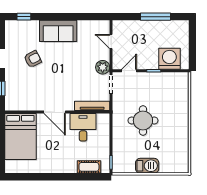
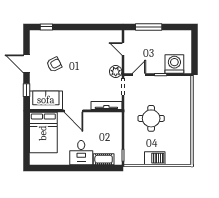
window: (155, 17) -> (149, 27), moved
sofa: (58, 31) -> (46, 100), moved, turned 180
desk: (83, 127) -> (81, 153), moved, turned 180

